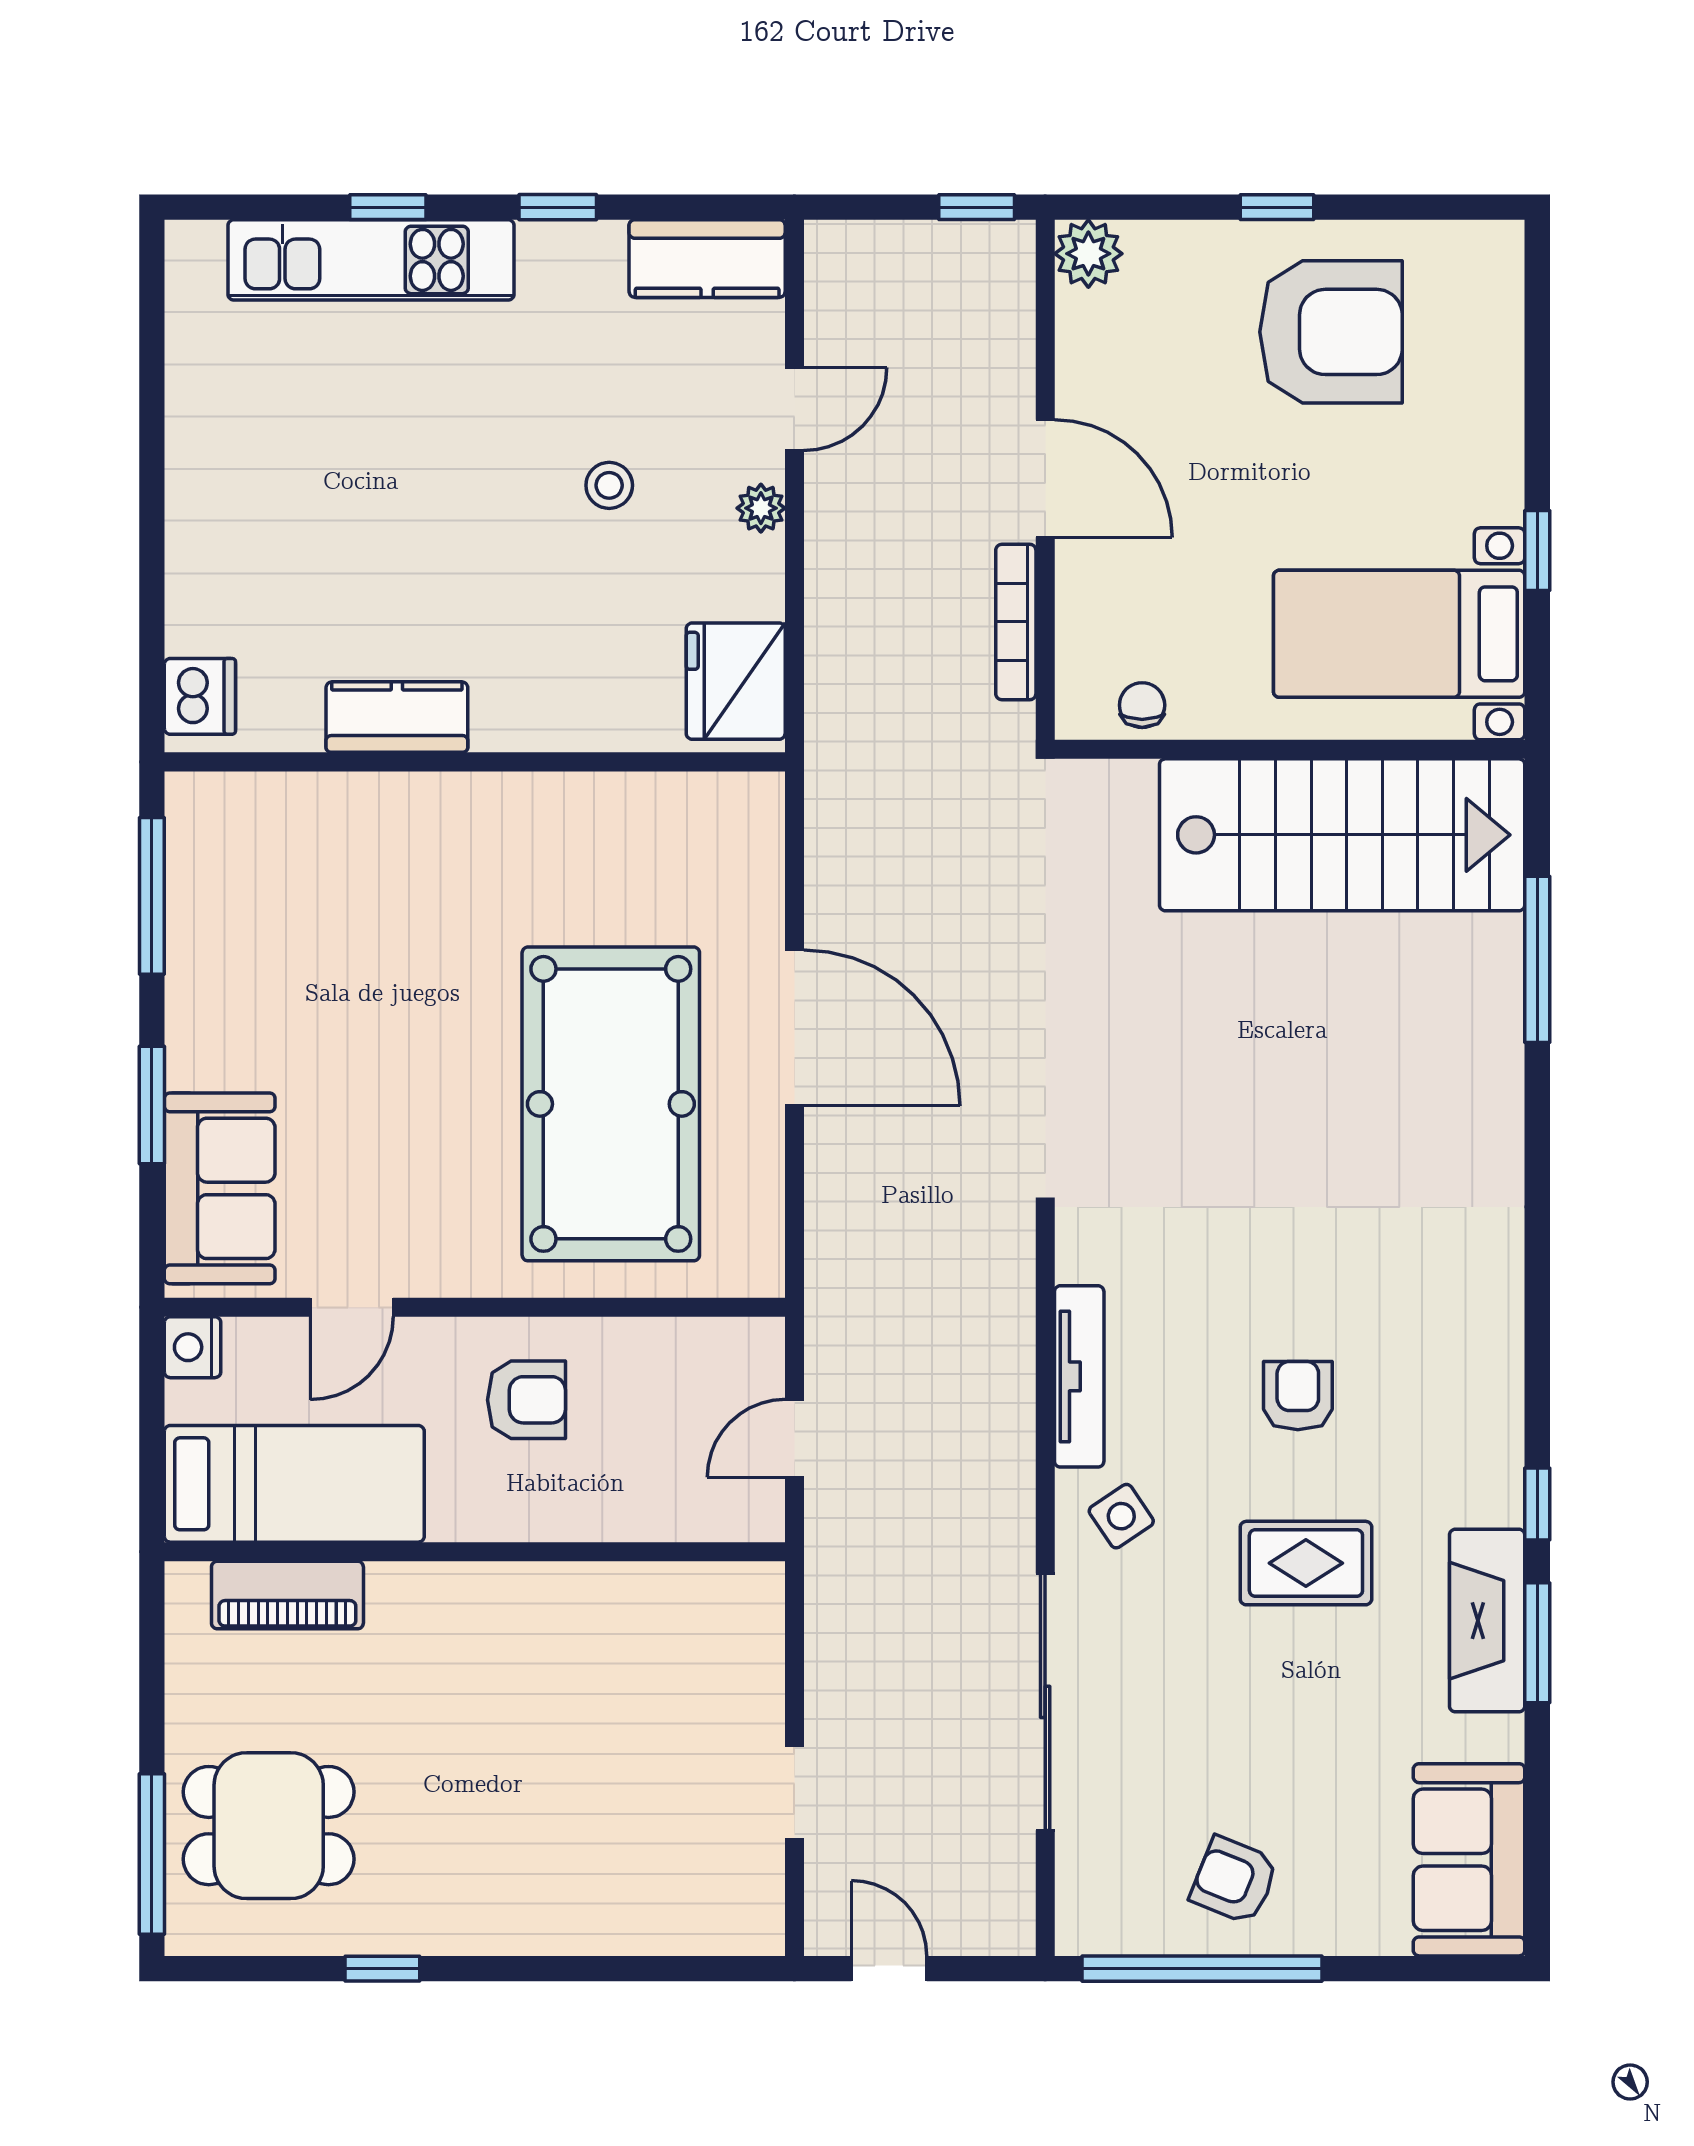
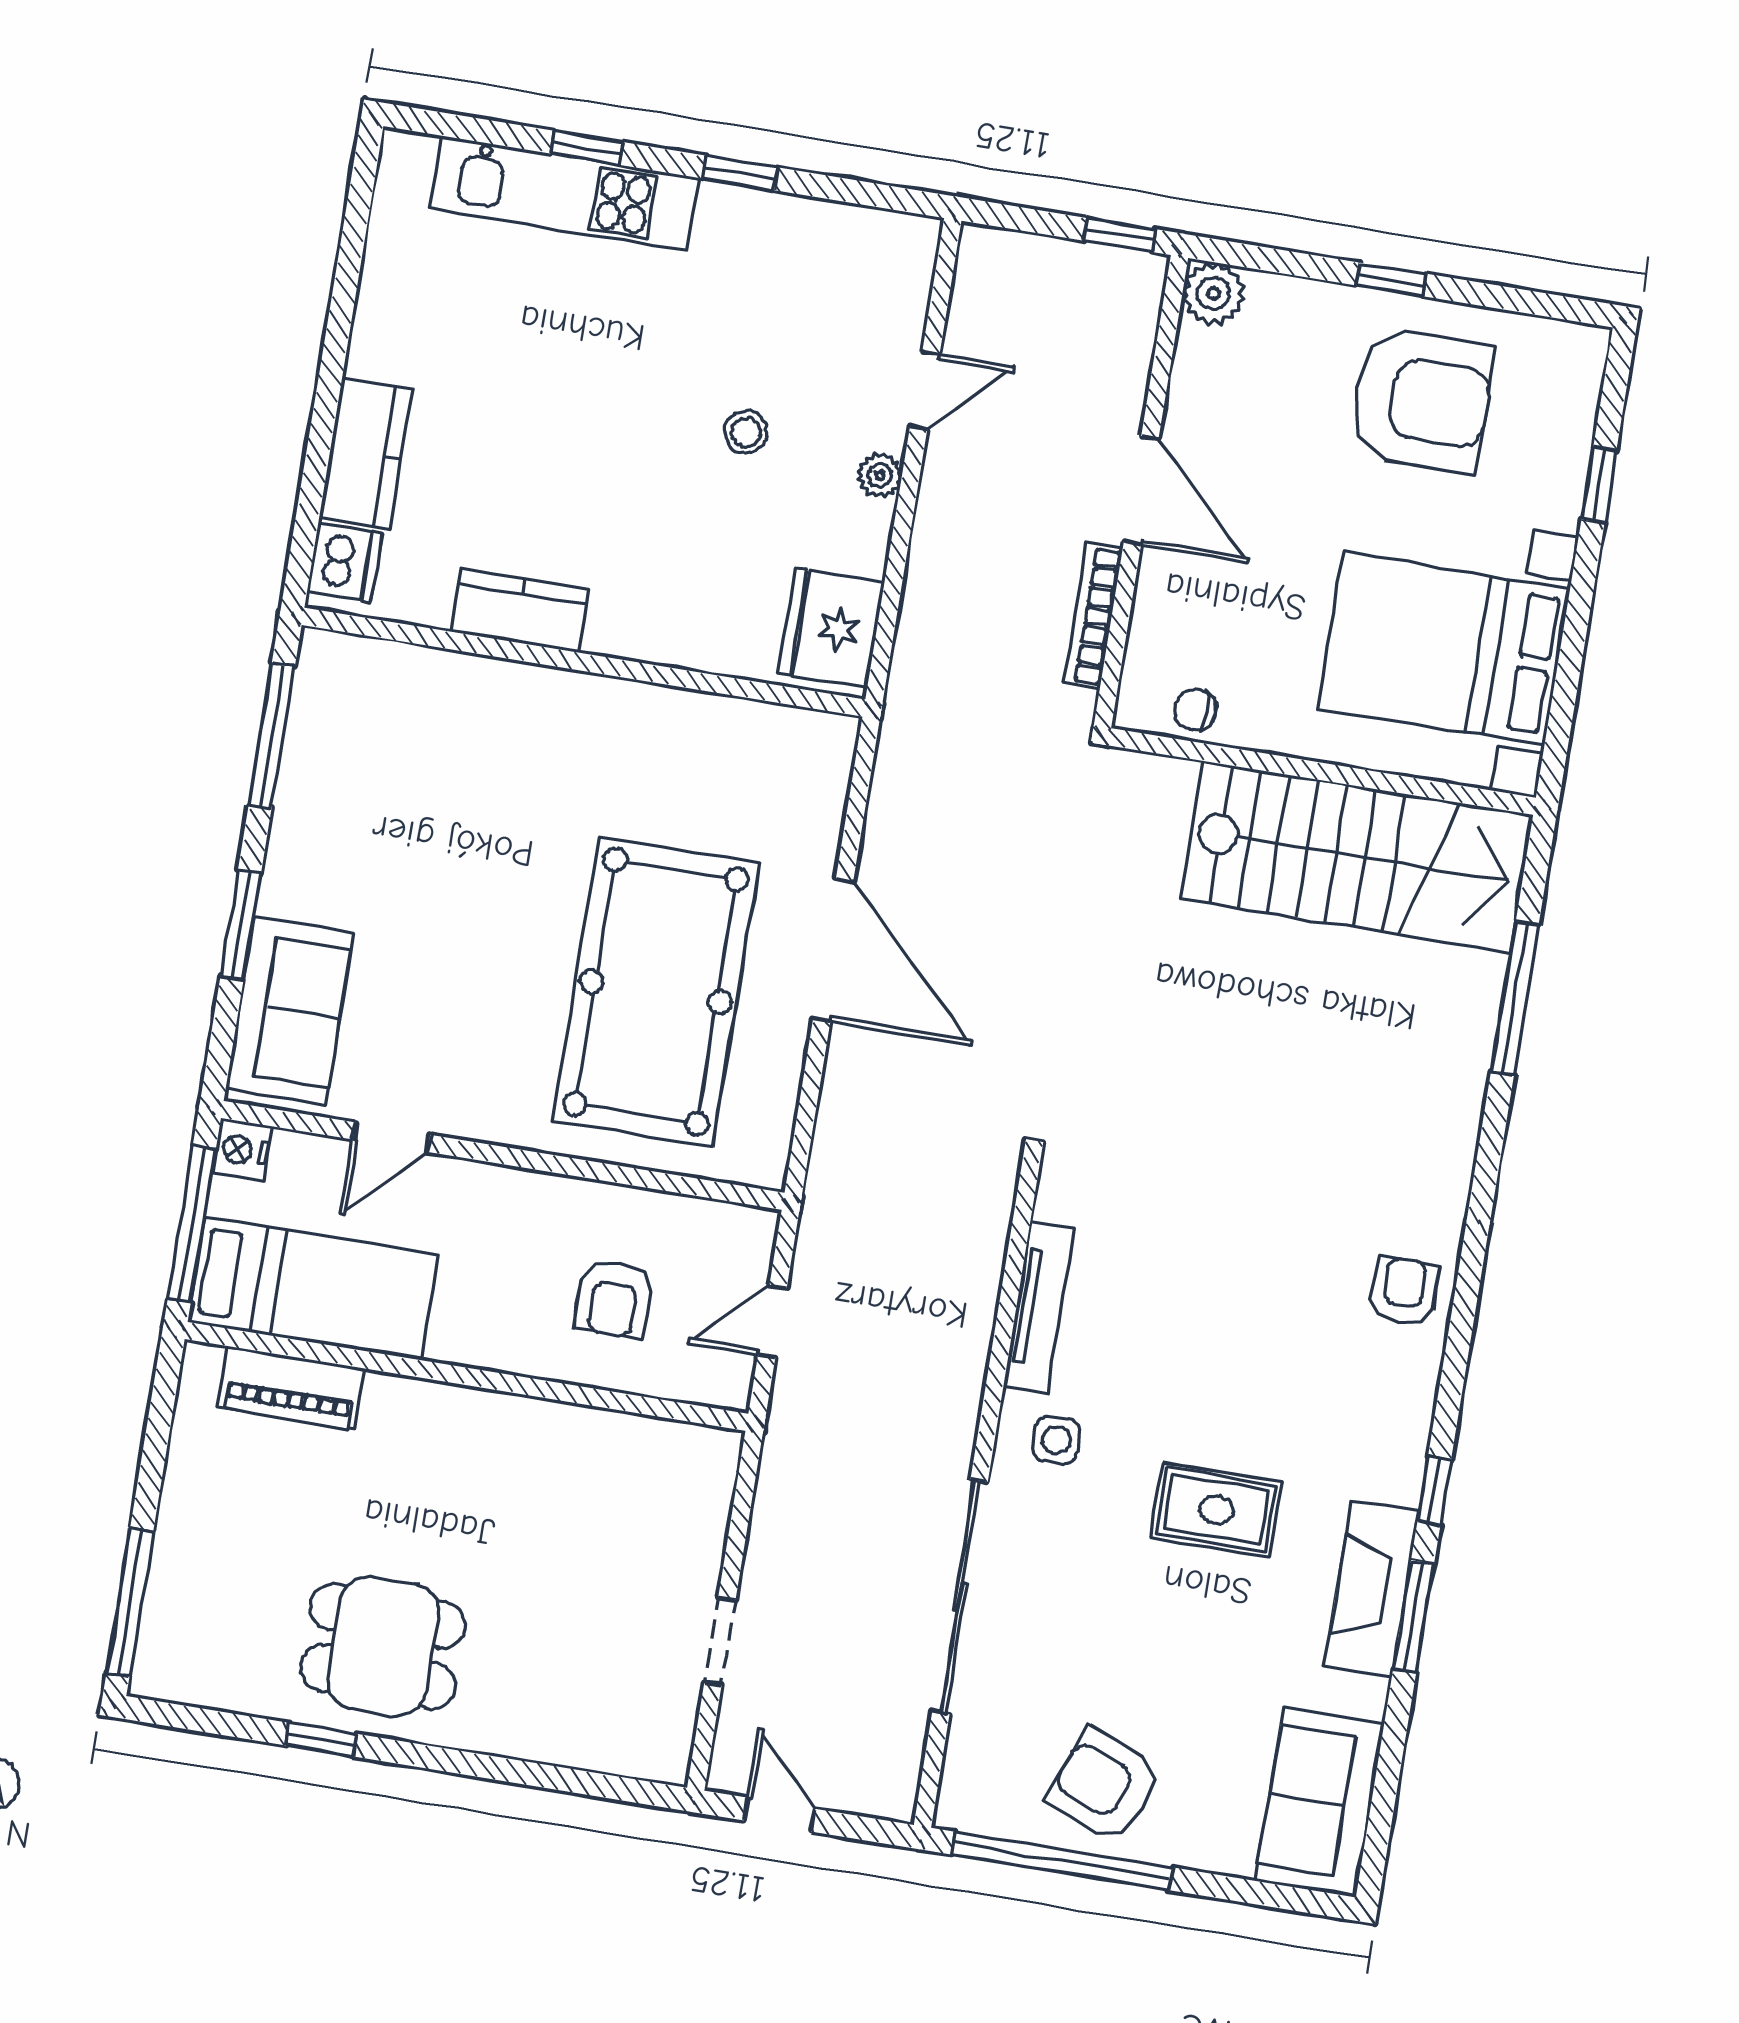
kitchen counter: (707, 259) -> (366, 454), moved, turned -90
window: (1537, 550) -> (1599, 485), moved
bed with nightstands: (1399, 634) -> (1444, 649), width x1.36
chair: (1142, 705) -> (1195, 710), turned -90
armchair: (1298, 1396) -> (1404, 1291), moved
armchair: (527, 1400) -> (614, 1299), moved, turned 90
window: (152, 1436) -> (192, 1224), added
side table: (1121, 1516) -> (1056, 1440), turned 30
dining table: (269, 1826) -> (383, 1646), moved
armchair: (1234, 1880) -> (1104, 1786), width x1.38, depth x1.38

